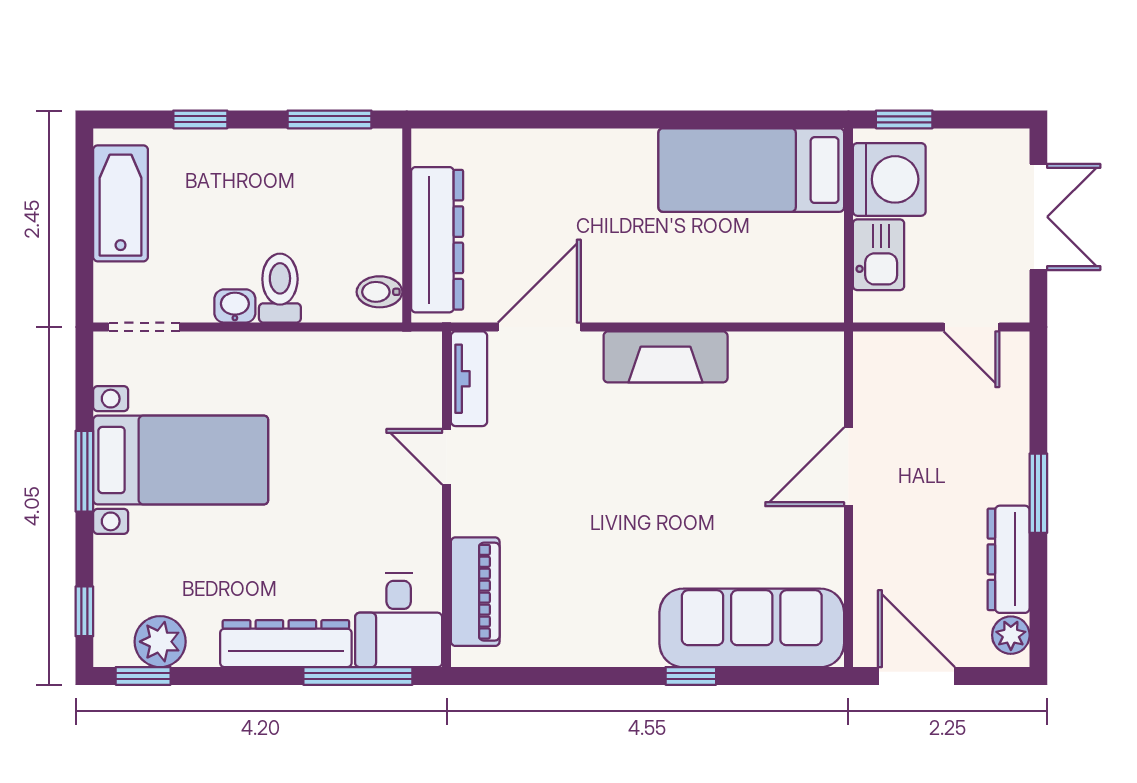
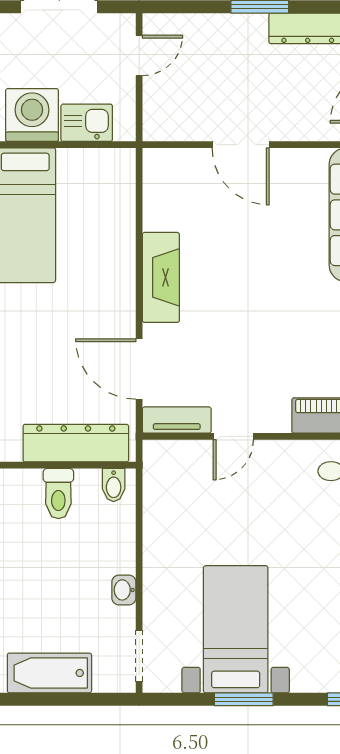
toilet: (280, 288) -> (58, 493), moved, turned -90

